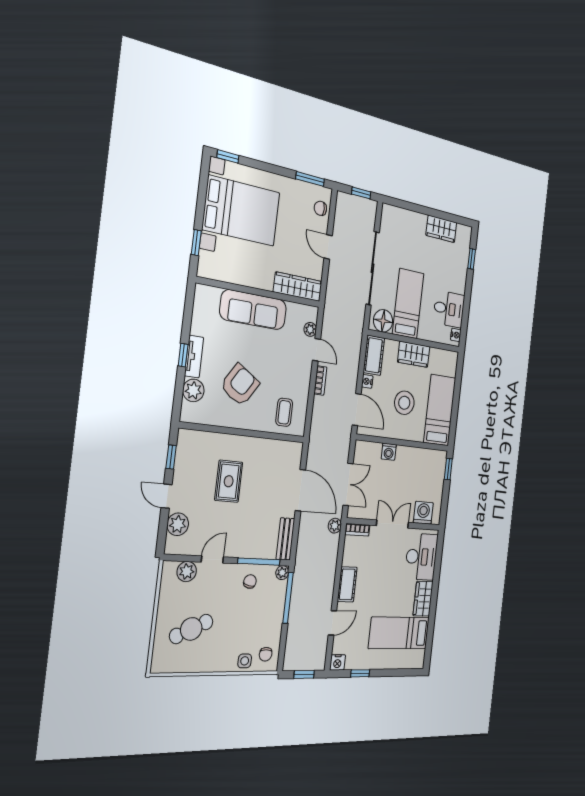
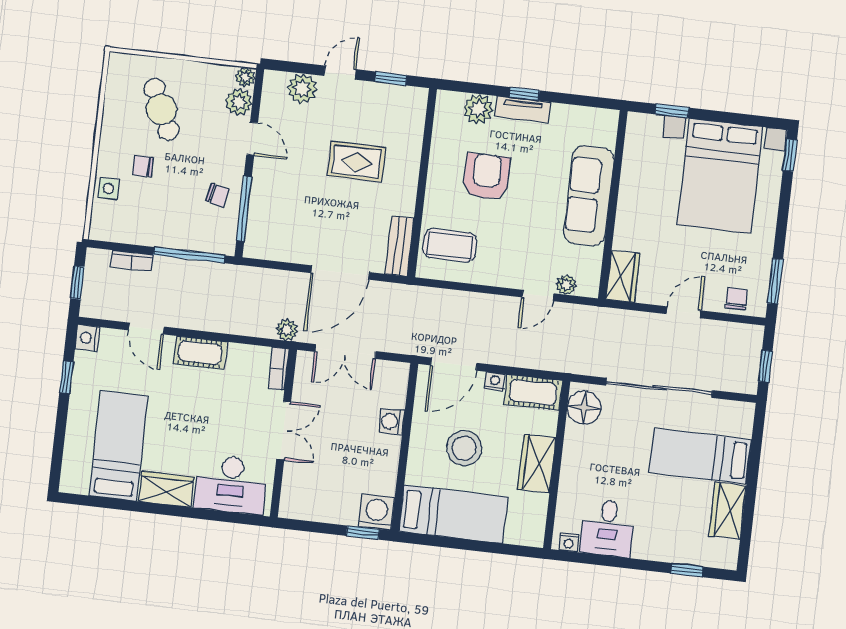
wardrobe: (298, 287) -> (623, 276), width x0.67
bed: (408, 304) -> (700, 456), moved, turned 180
bookcase: (320, 381) -> (132, 261), moved
armchair: (240, 385) -> (487, 177), turned -123
coffee table: (284, 412) -> (450, 245), width x1.36, depth x1.30
washing machine: (423, 513) -> (376, 512), moved, turned -90
bench: (285, 539) -> (400, 246), moved, turned 90
plant: (282, 573) -> (245, 77), moved
chair: (266, 654) -> (143, 166), moved

